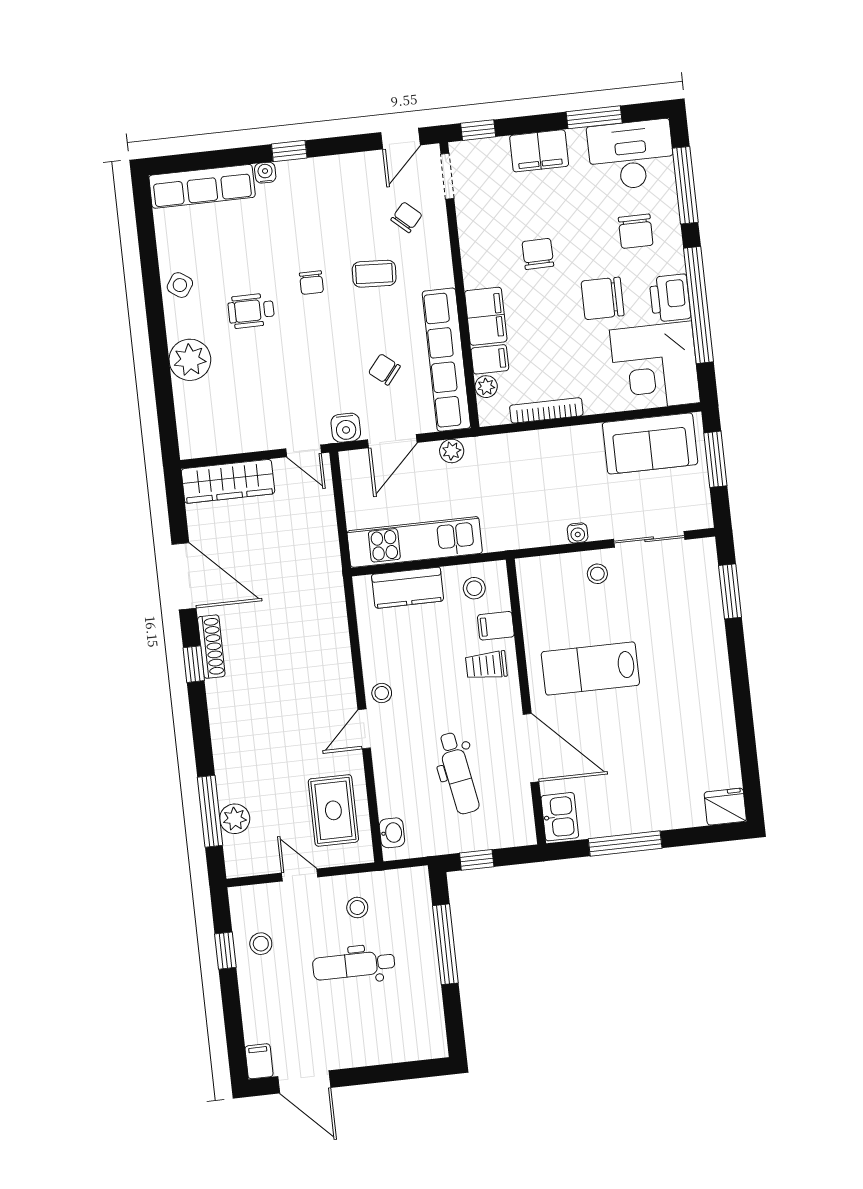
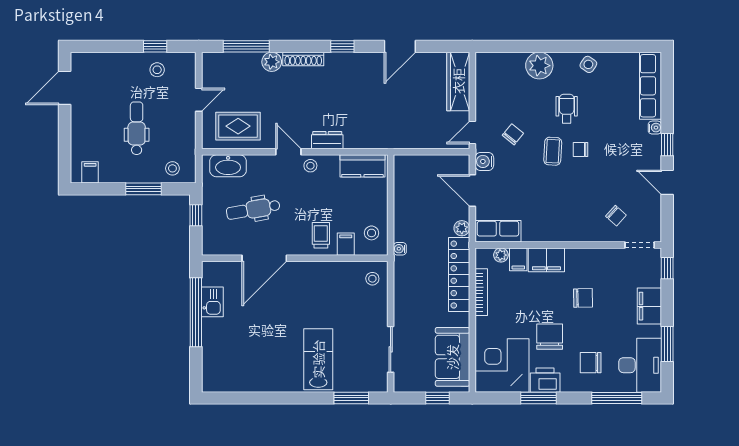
door: (401, 139) -> (667, 182), moved
coffee table: (374, 274) -> (553, 151), moved
window: (698, 305) -> (538, 398), width x0.47
row of seats: (446, 360) -> (498, 231), width x0.50
chair: (384, 369) -> (513, 134), moved
locker: (523, 447) -> (459, 275), added
window: (715, 459) -> (438, 398), width x0.67
water cooler: (578, 533) -> (400, 249), moved
kitchen unit: (415, 542) -> (406, 198), removed
stool: (597, 574) -> (372, 279), moved
door: (184, 576) -> (400, 46), width x0.73
kitchen counter: (408, 588) -> (362, 166), moved, turned -90
shoe rack: (211, 647) -> (303, 59), moved
lab bench: (590, 668) -> (318, 359), moved
dresser: (340, 672) -> (327, 140), added
fridge: (725, 807) -> (212, 380), removed
kitchen sink: (560, 817) -> (212, 302), moved, turned -90
plant: (235, 819) -> (272, 62), moved
washbasin: (392, 833) -> (228, 166), width x1.91, depth x1.45
window: (625, 844) -> (196, 312), width x1.46
stool: (357, 907) -> (172, 168), moved
window: (445, 944) -> (143, 189), width x0.69
filing cabinet: (259, 1061) -> (90, 172), moved, turned -90

